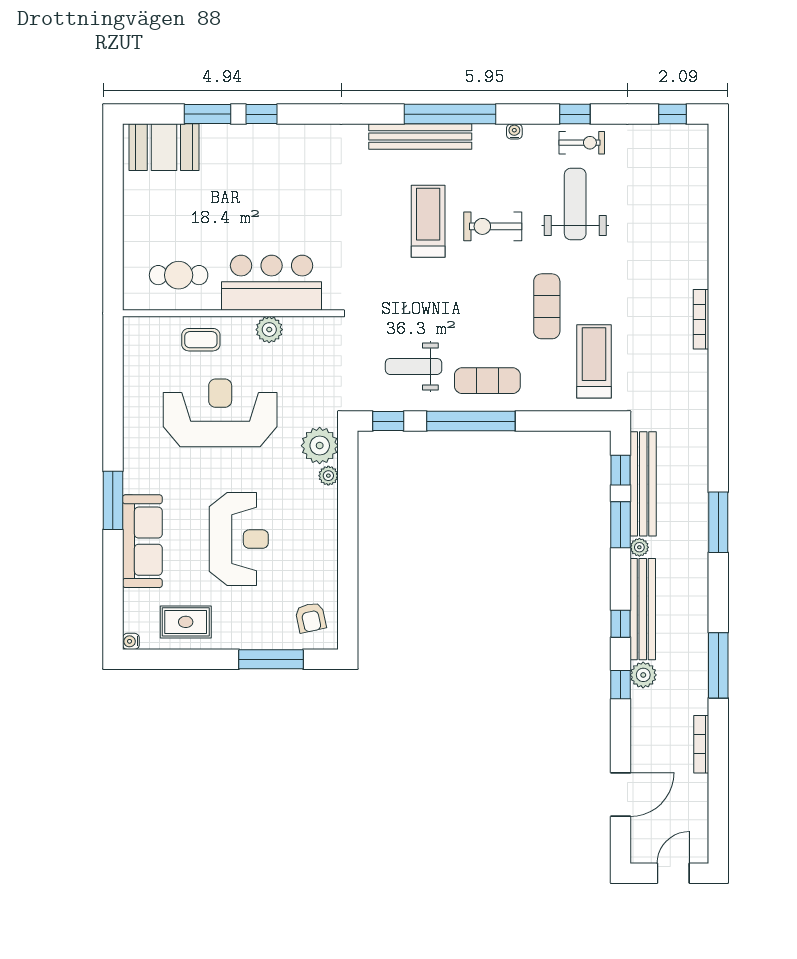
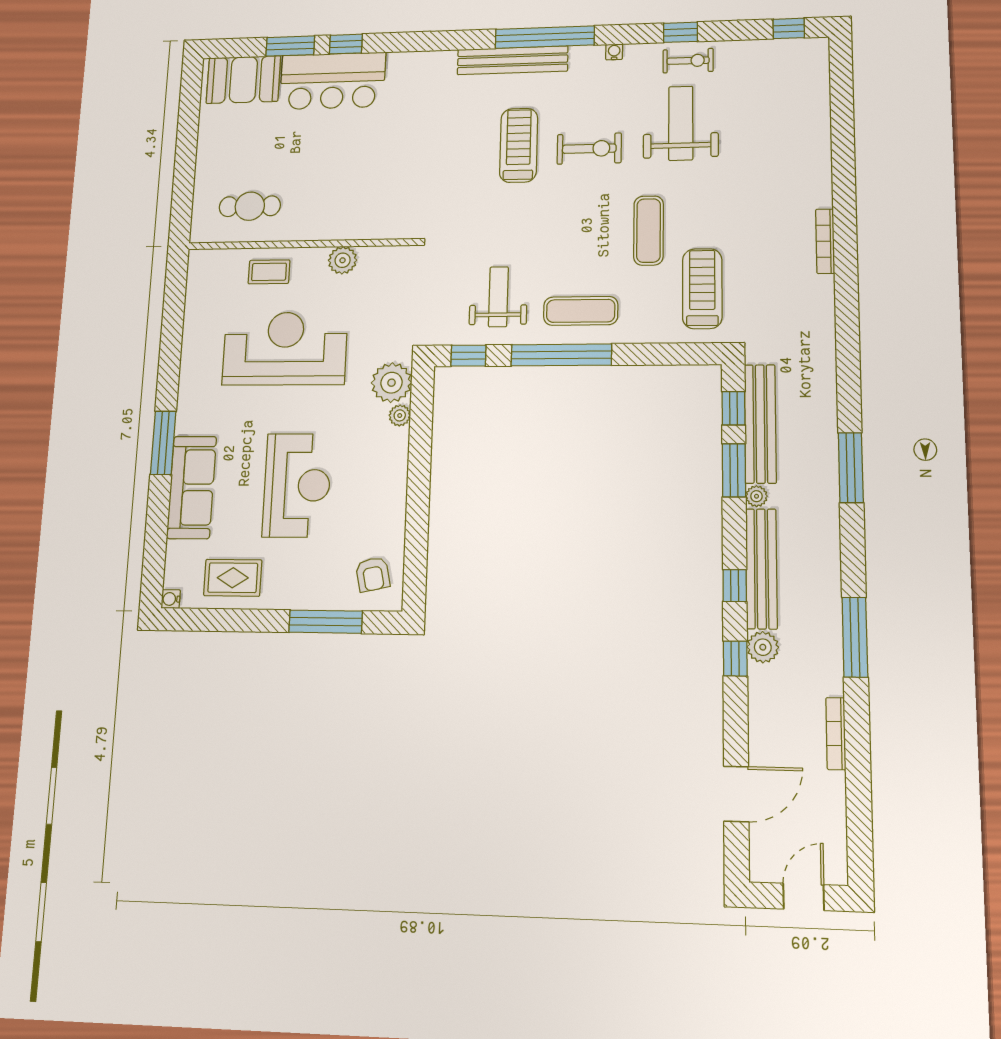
exercise bike: (493, 226) -> (589, 149), turned 180
bar counter: (272, 283) -> (333, 81), moved, turned 180
weight bench: (414, 366) -> (498, 297), turned 90

